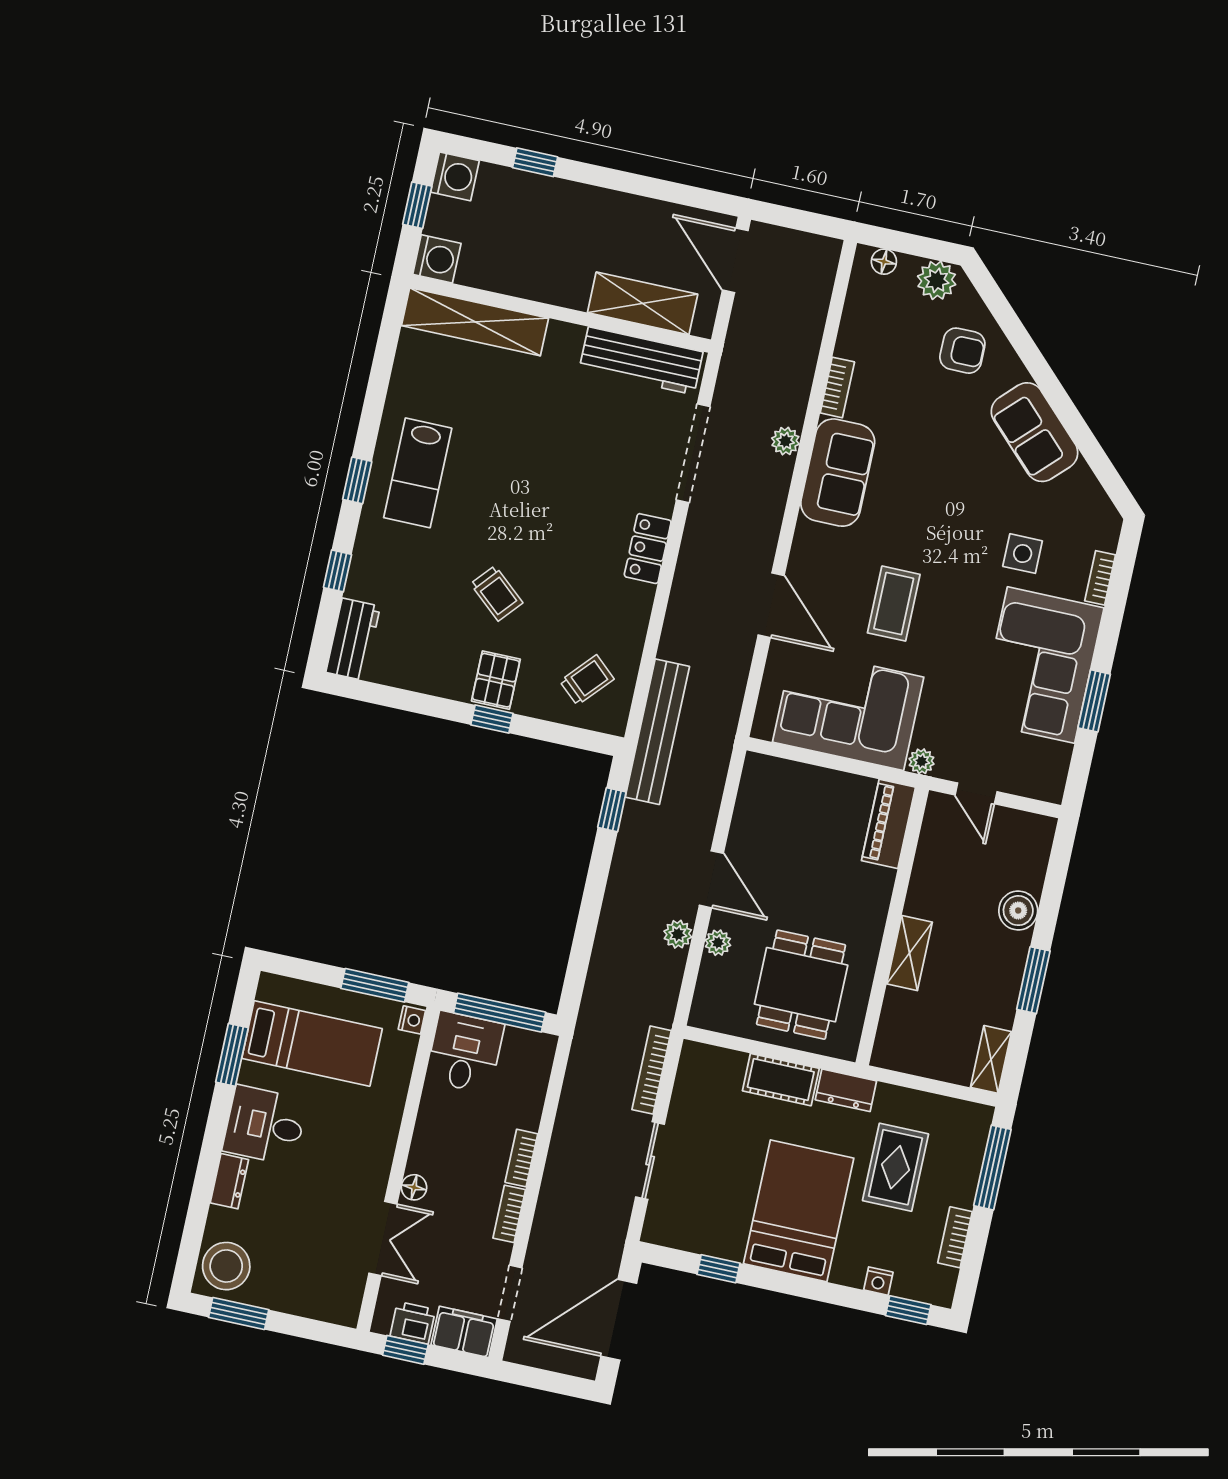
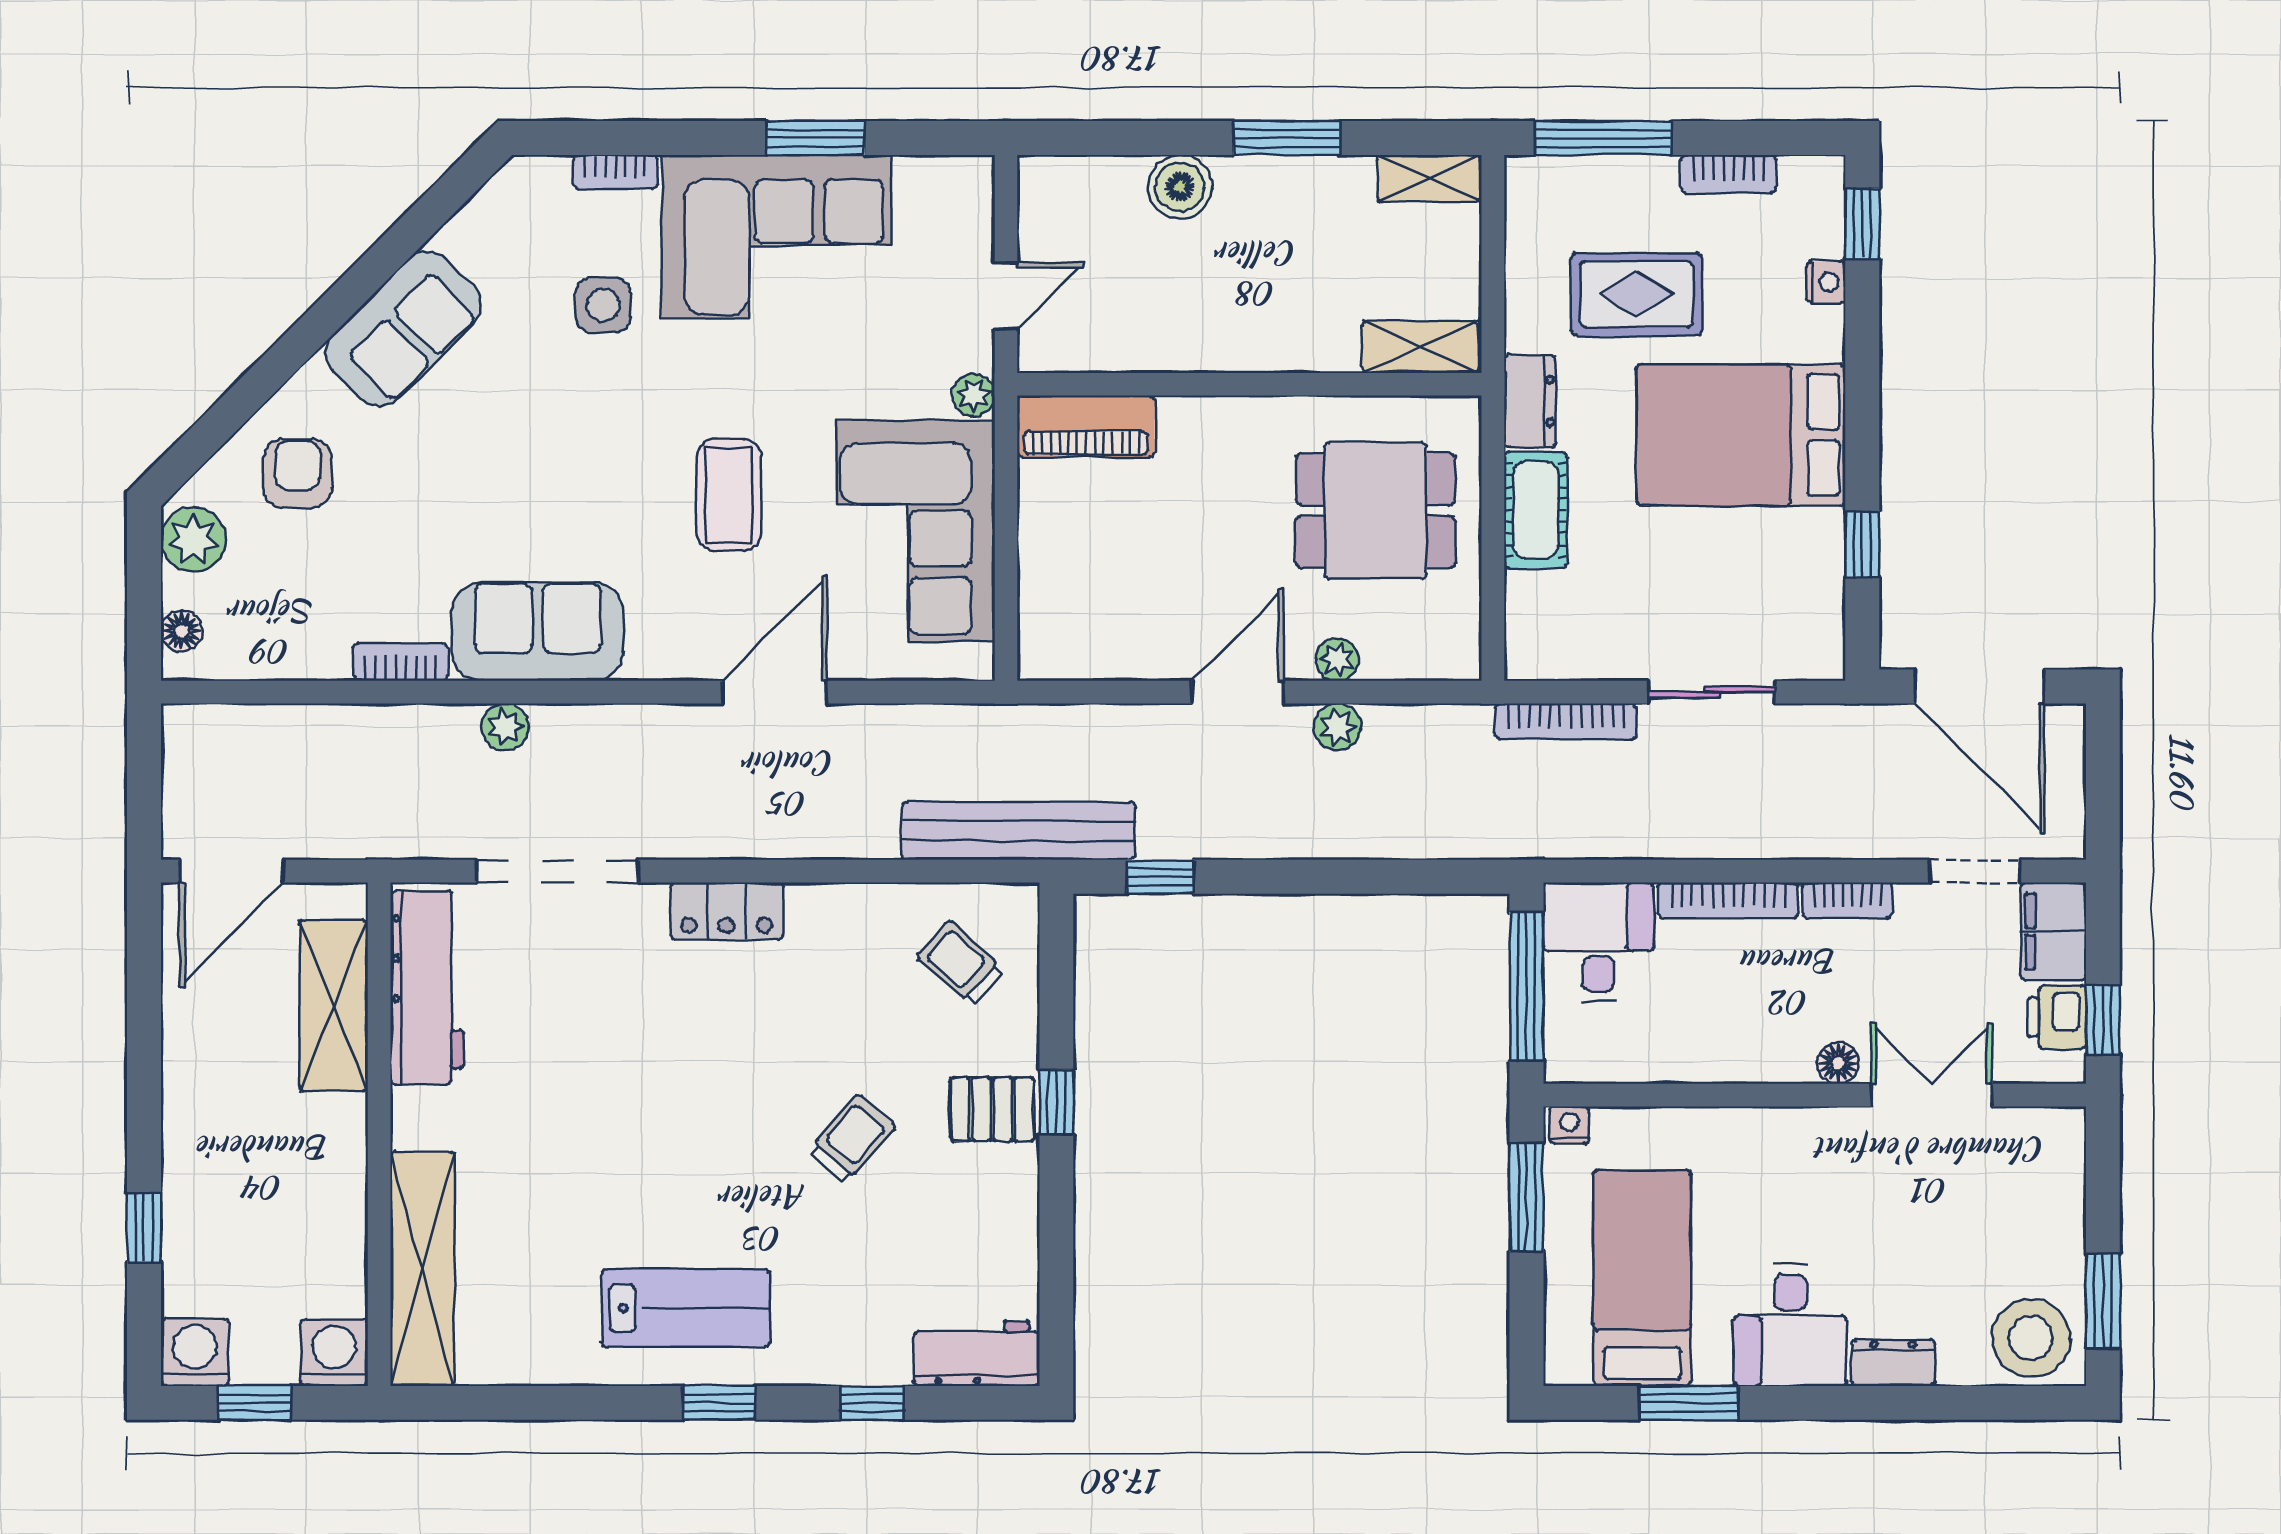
coffee table: (894, 604) -> (729, 495), turned 90
shelving: (910, 953) -> (1420, 347), moved
desk: (465, 1052) -> (1598, 942), moved, turned 90
bookcase: (521, 1158) -> (1728, 900), width x1.56

